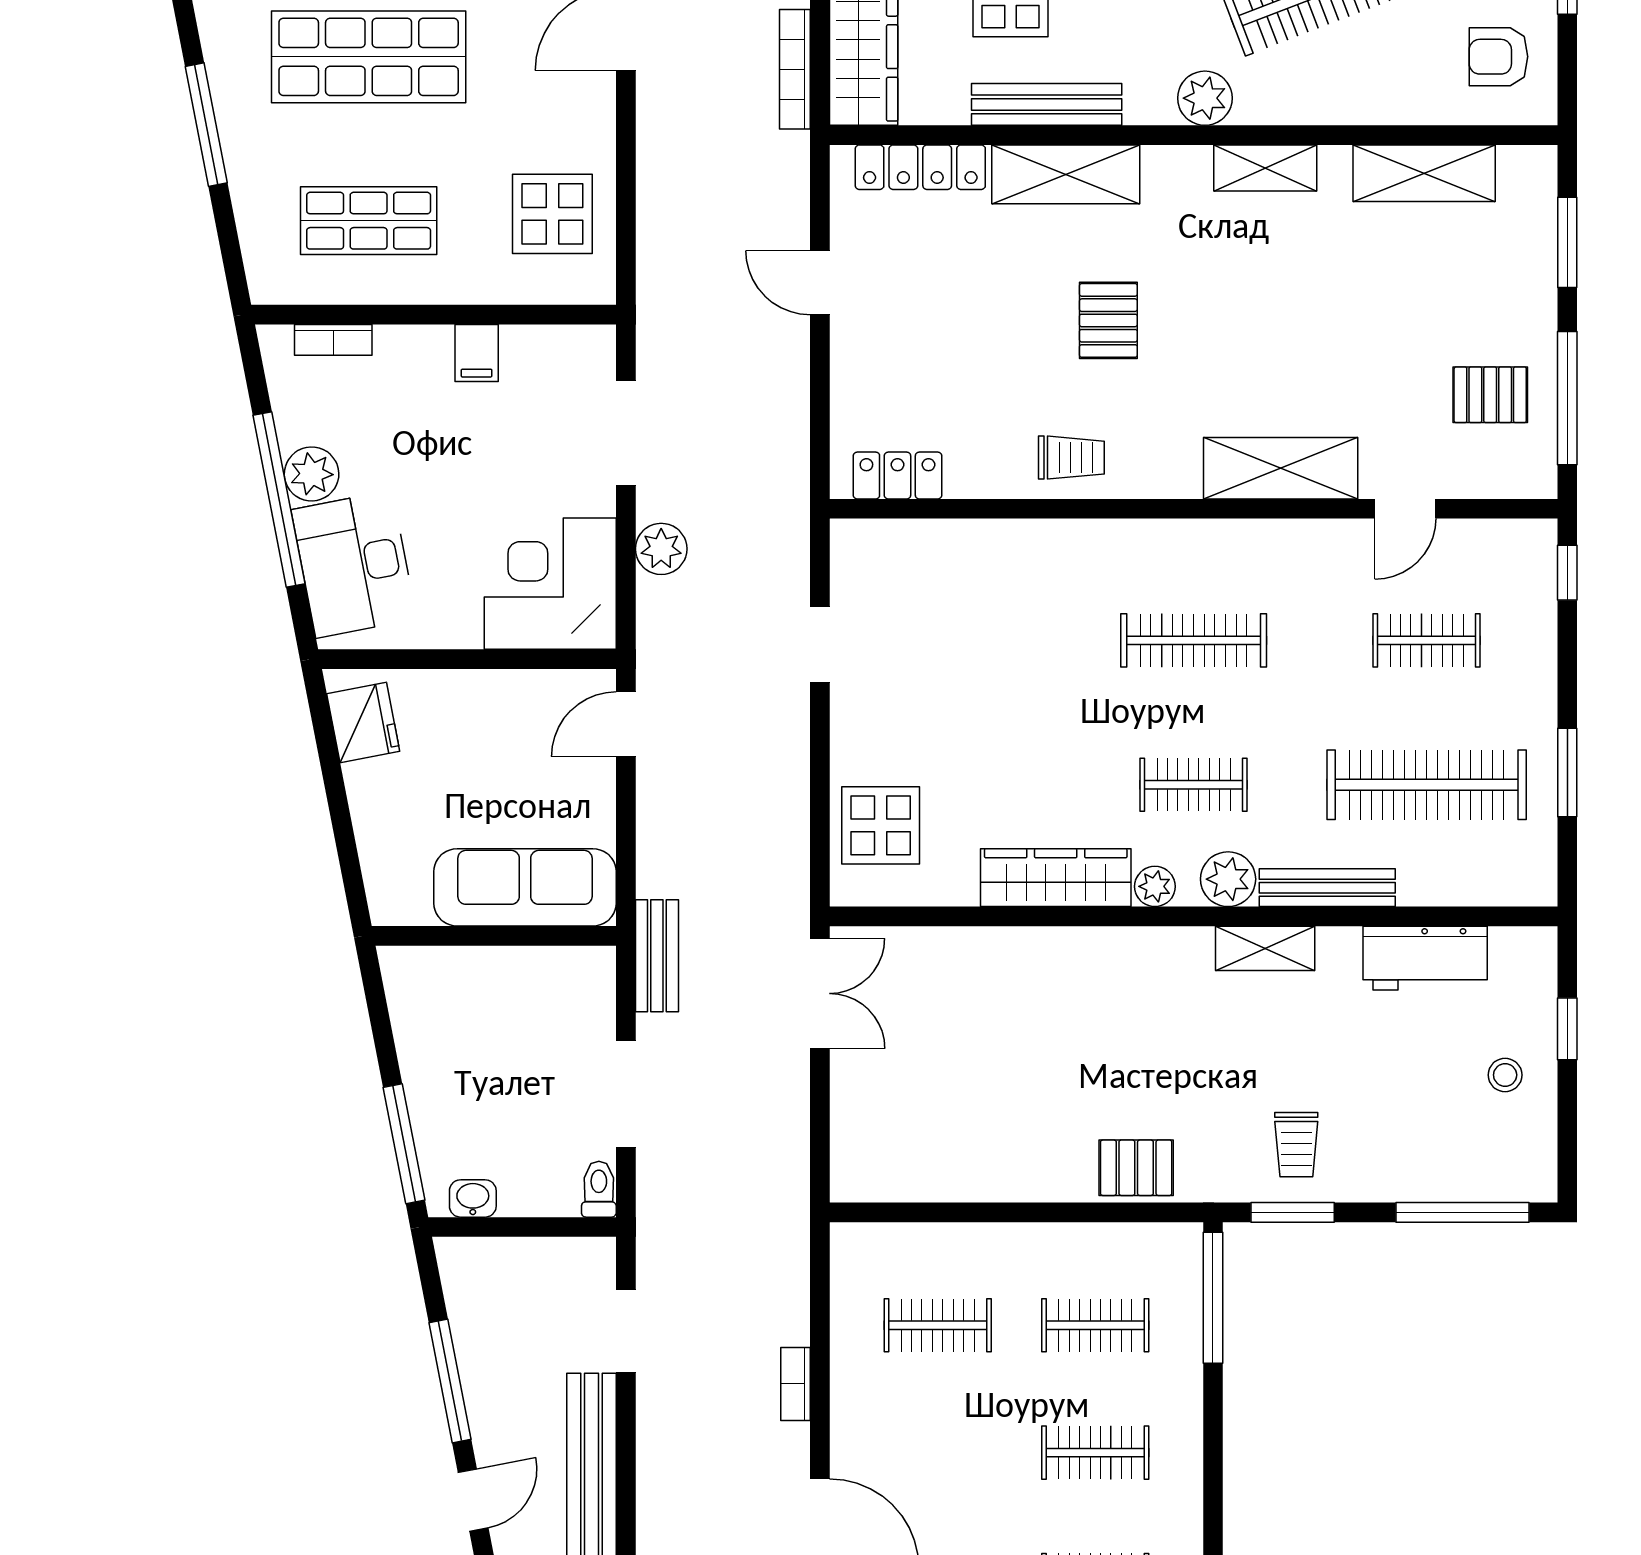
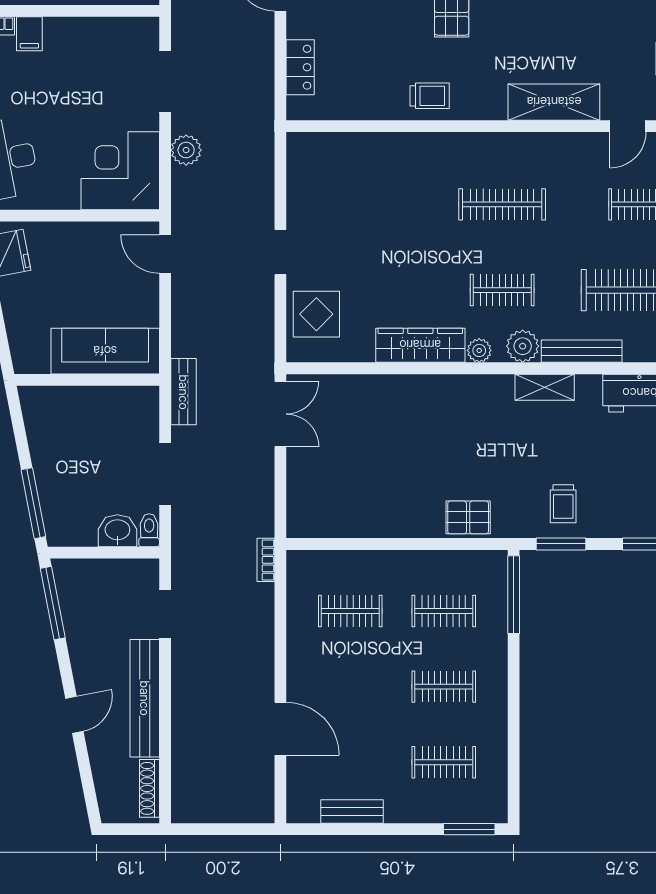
filing cabinet: (477, 353) -> (29, 34), moved
locker: (897, 476) -> (300, 67), moved, turned 90
doorway: (820, 644) -> (280, 252), moved
door: (626, 724) -> (165, 254), hinge flipped
washbasin: (473, 1198) -> (117, 531), moved, width x1.38, depth x1.45
window: (450, 1381) -> (53, 603), moved
bookcase: (796, 1384) -> (266, 560), moved

